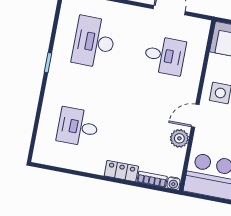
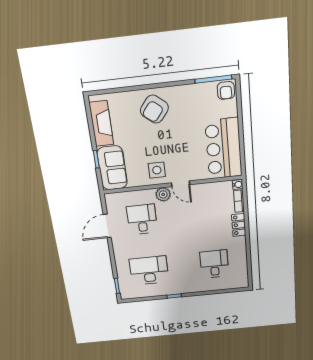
desk: (94, 42) -> (149, 271), turned 180
desk: (78, 127) -> (214, 264), turned 180
plant: (179, 138) -> (163, 194), moved

